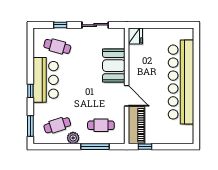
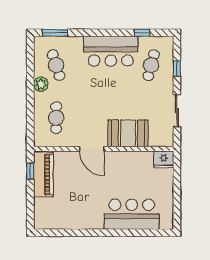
bar counter: (181, 82) -> (132, 214), width x0.54
window: (30, 91) -> (142, 33), moved
door: (127, 96) -> (92, 149), hinge flipped
piano: (136, 125) -> (43, 174), moved, turned -90
window: (95, 147) -> (30, 111), removed

